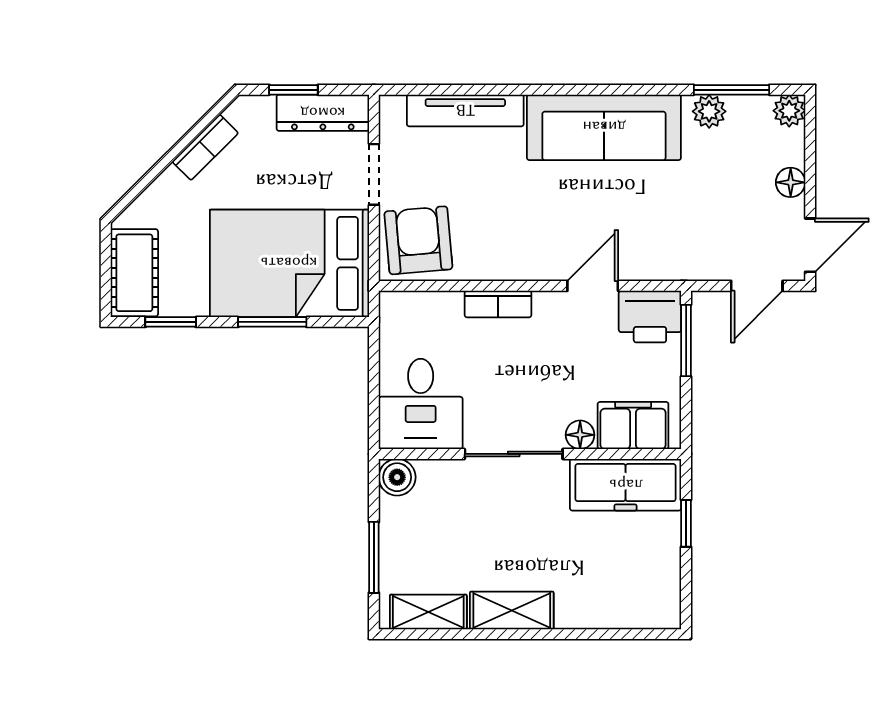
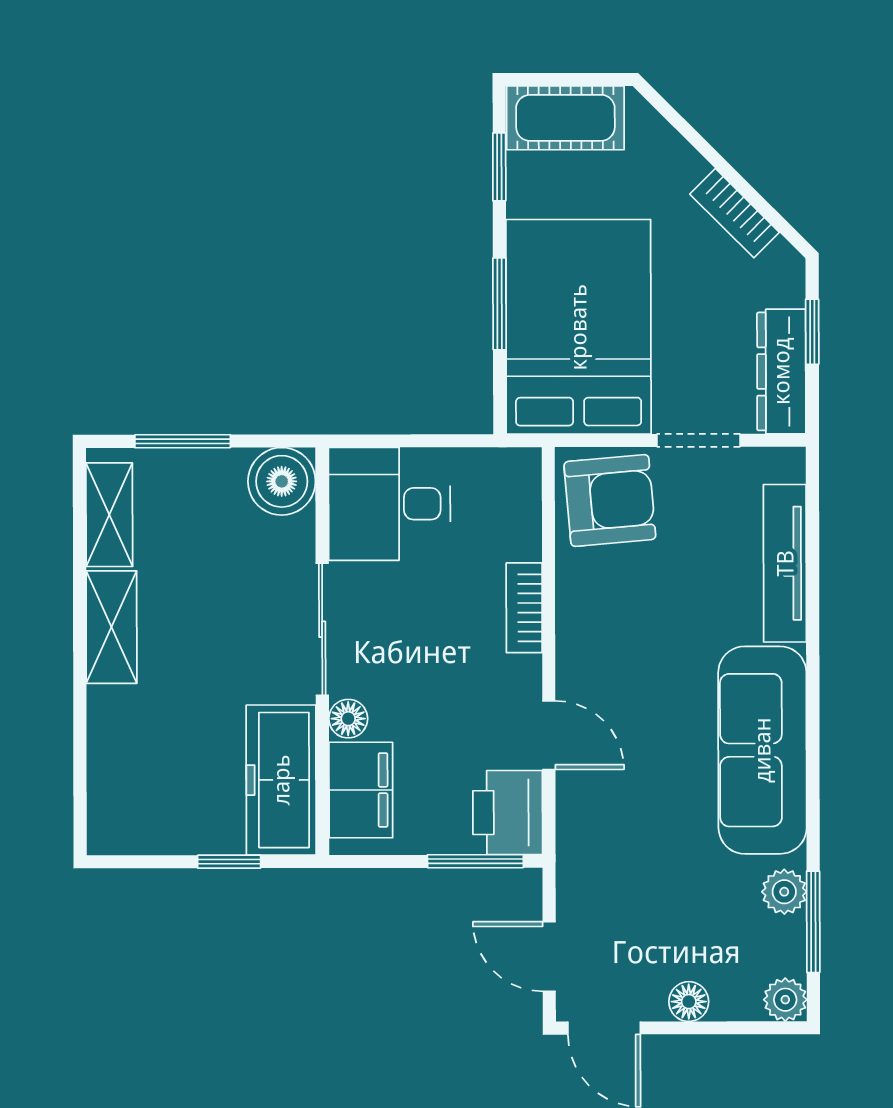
boiler: (397, 477) -> (282, 481), width x1.36, depth x1.36

